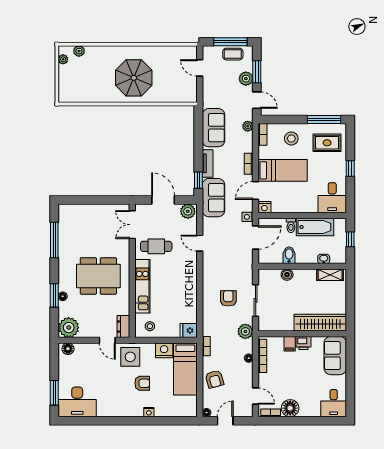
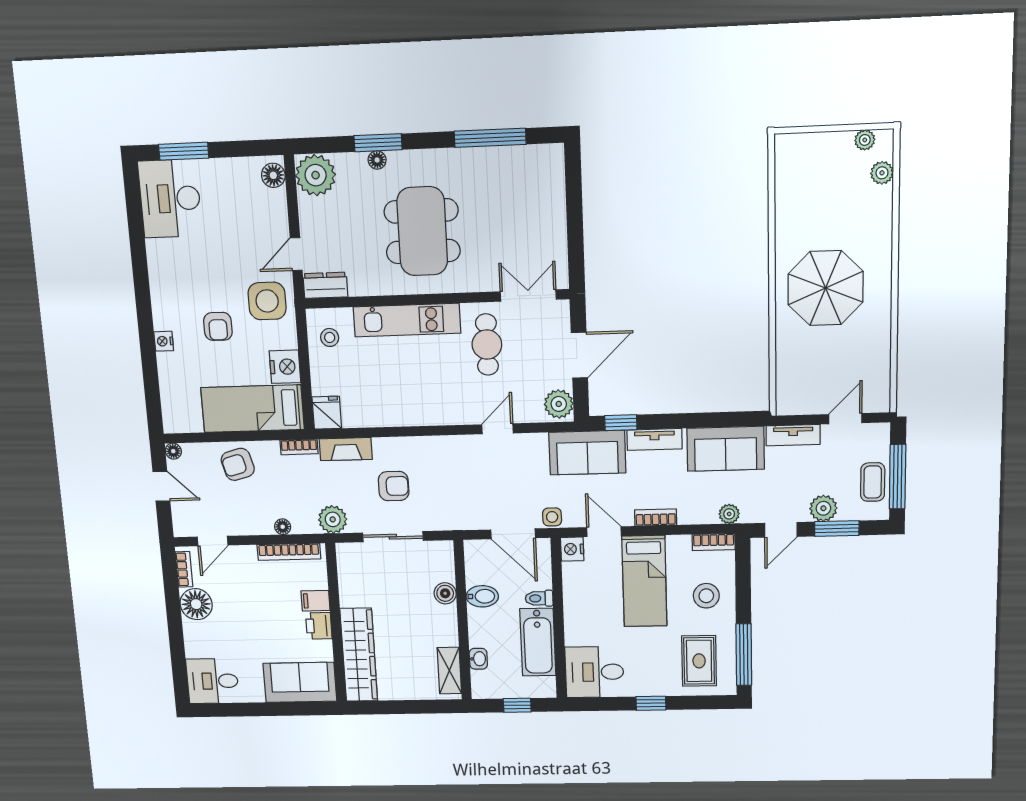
tv unit: (207, 94) -> (793, 435), added
fireplace: (208, 322) -> (346, 449), added

